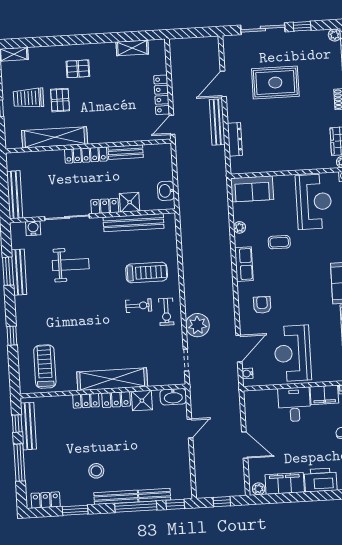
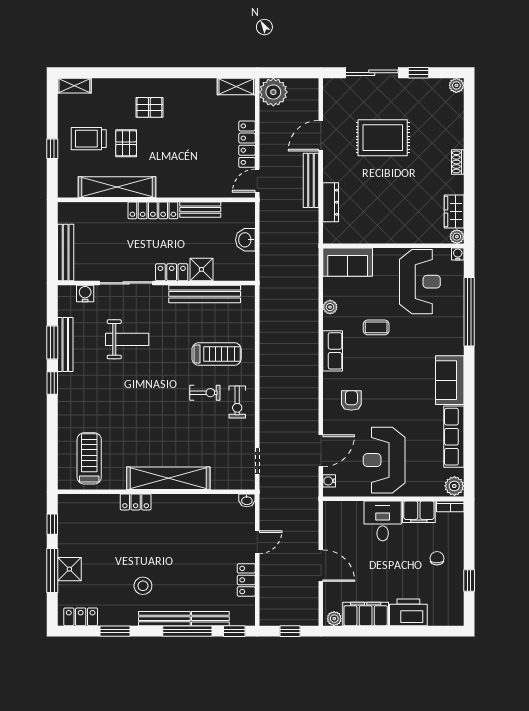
shelving: (132, 48) -> (236, 87), moved
washbasin: (166, 191) -> (245, 240), moved
plant: (197, 325) -> (273, 92), moved
window: (12, 336) -> (52, 383), moved
washbasin: (173, 397) -> (247, 500), width x0.52, depth x0.69
locker: (116, 400) -> (246, 580), moved, turned 90
shower: (142, 401) -> (69, 569), moved
bench: (28, 426) -> (65, 528), removed

